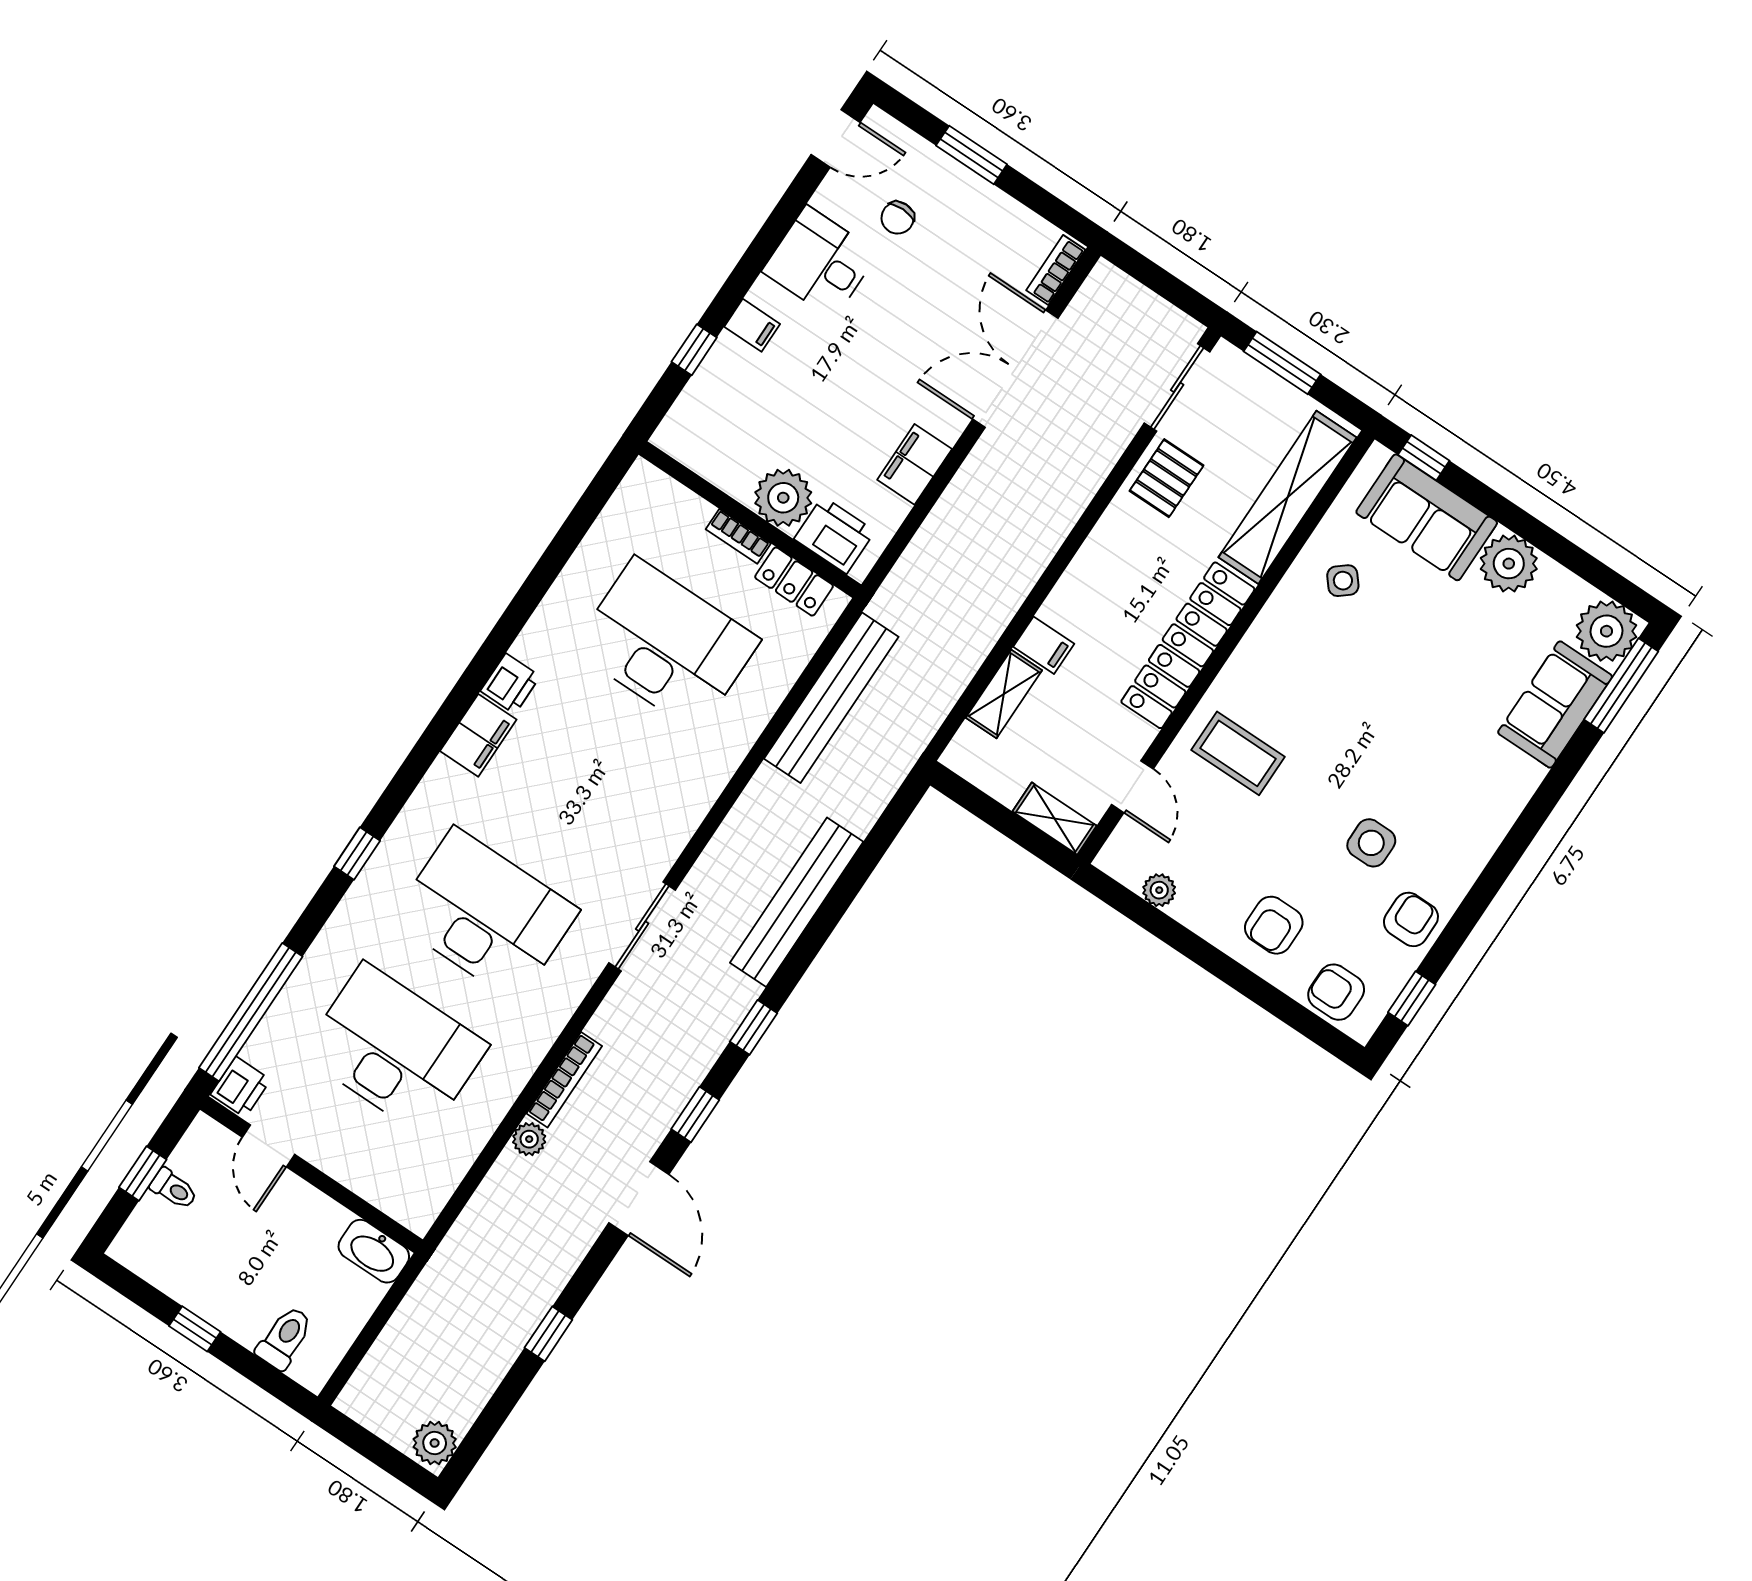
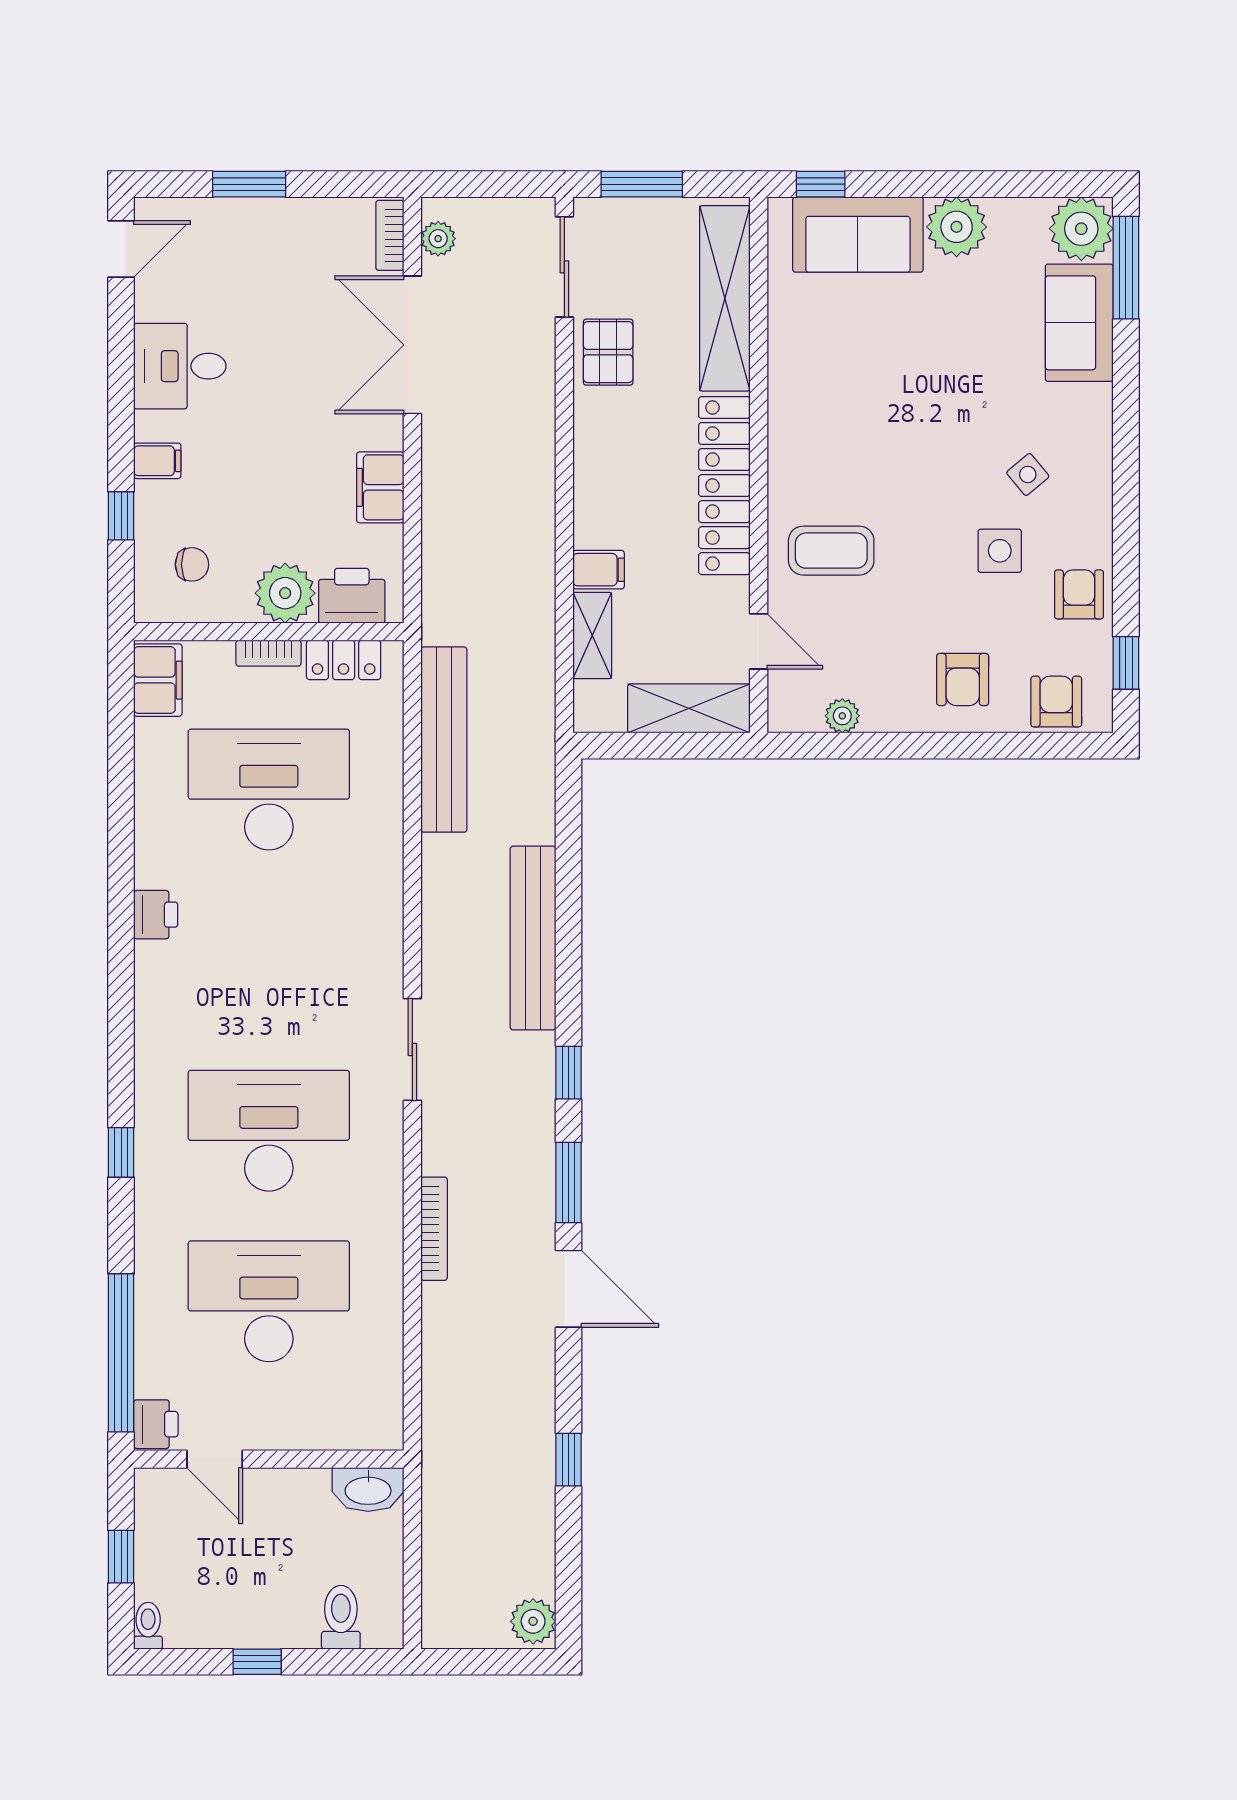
chair: (898, 218) -> (192, 564), moved, turned -90
side table: (1343, 581) -> (1028, 474), moved
filing cabinet: (478, 735) -> (158, 680), moved
shelving: (1055, 819) -> (689, 708), width x1.50, depth x1.33
armchair: (1336, 992) -> (1056, 702), turned 90
window: (695, 1114) -> (569, 1183), width x1.50
plant: (529, 1139) -> (438, 239), moved
toilet: (174, 1189) -> (148, 1626), moved, turned -90

